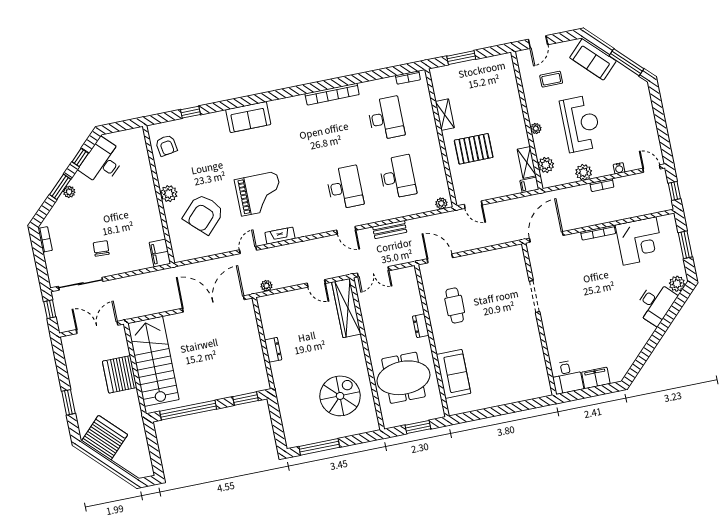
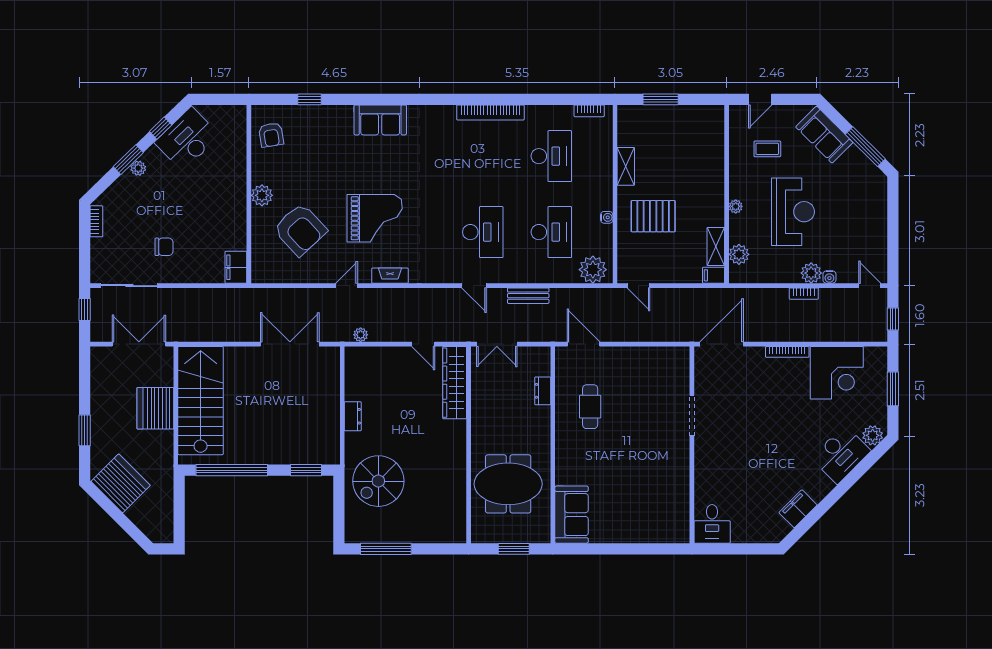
water cooler: (438, 157) -> (607, 217), added
plant: (584, 172) -> (811, 273), moved
plant: (441, 203) -> (593, 270), width x1.87, depth x1.87
armchair: (203, 214) -> (300, 230), turned -87
chair: (101, 248) -> (164, 247), turned 87
double door: (213, 304) -> (290, 344), width x0.73
dresser: (421, 326) -> (543, 391), moved
sofa: (454, 374) -> (572, 515), moved
filing cabinet: (596, 378) -> (798, 509), moved, turned -45
spiral stairs: (340, 396) -> (378, 481), moved, turned 180

